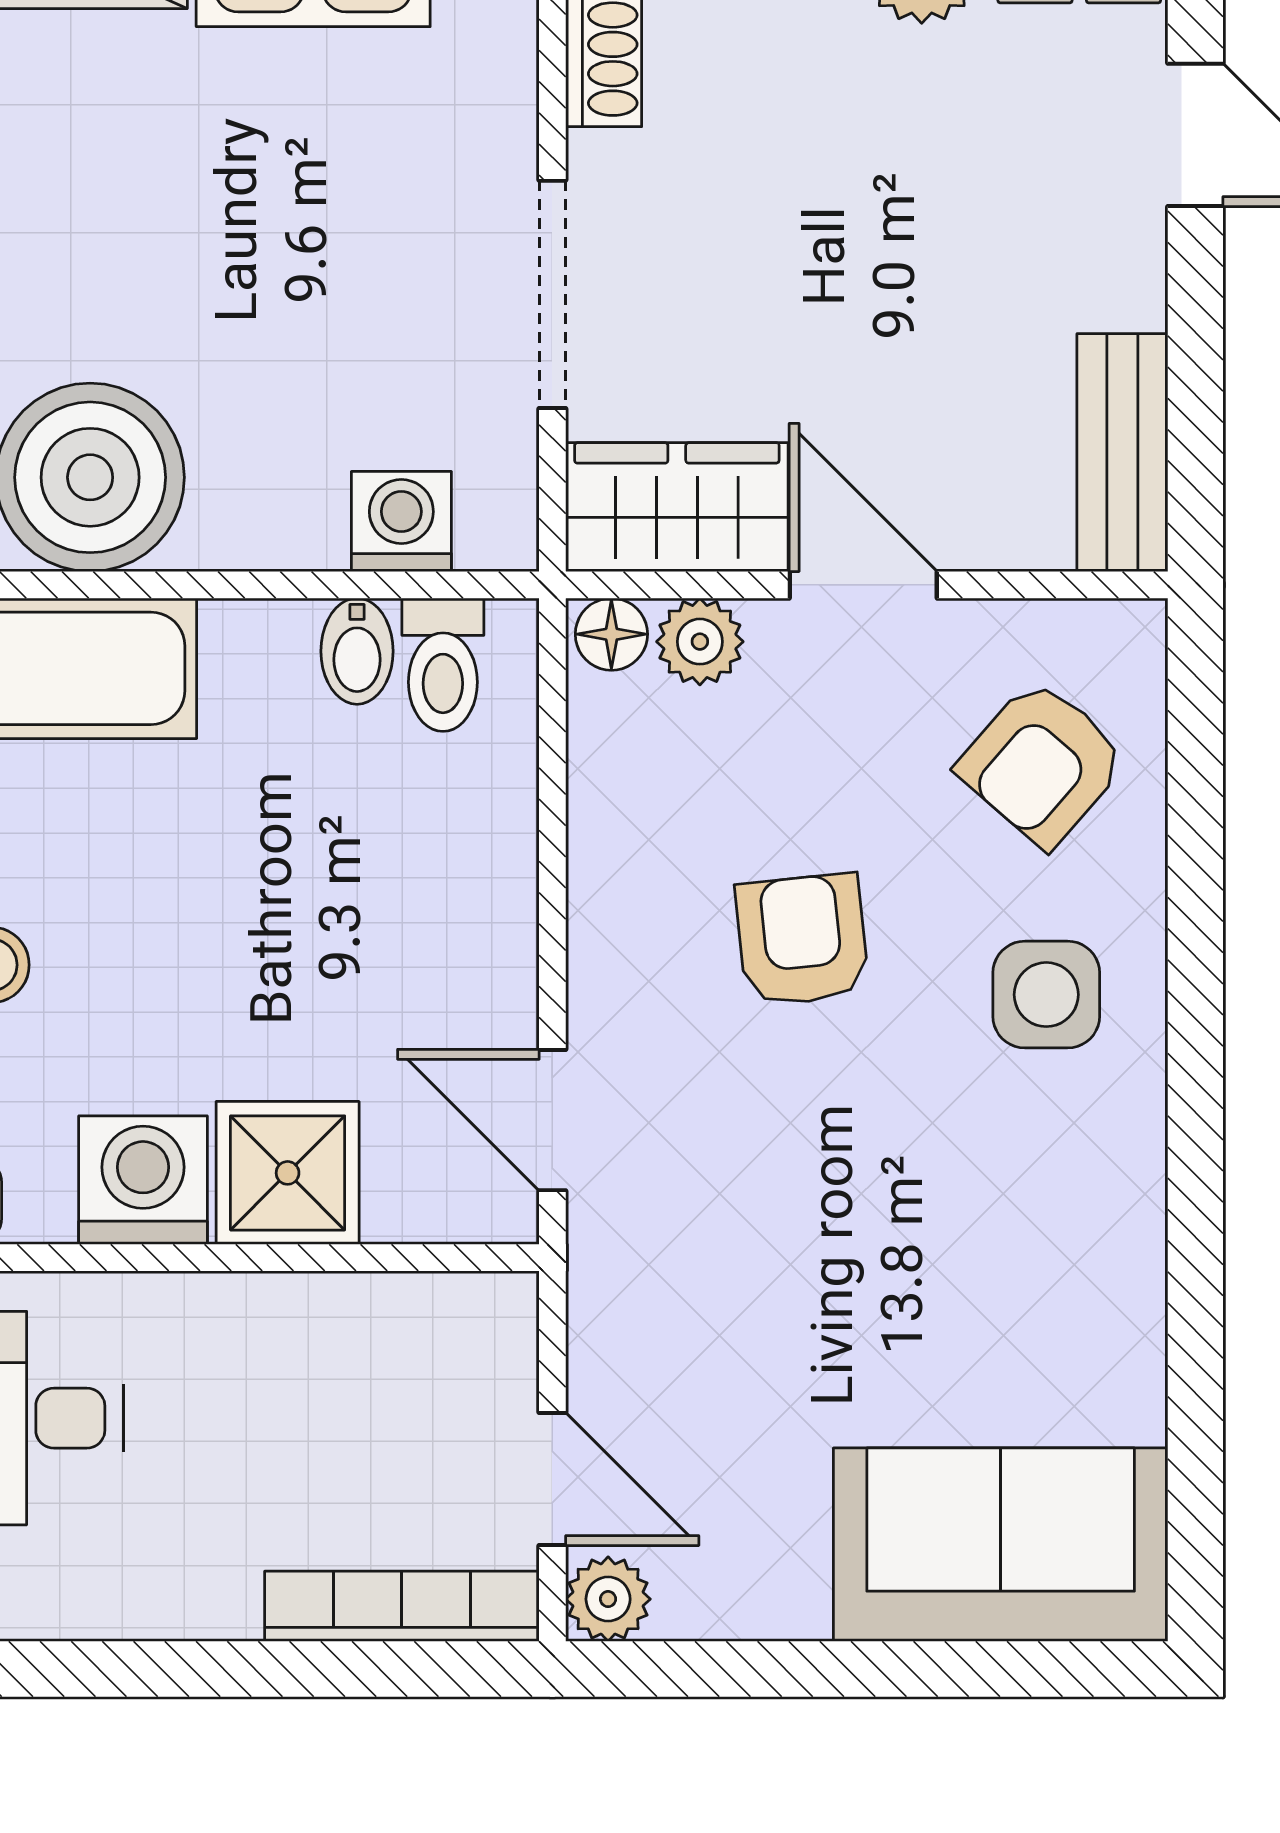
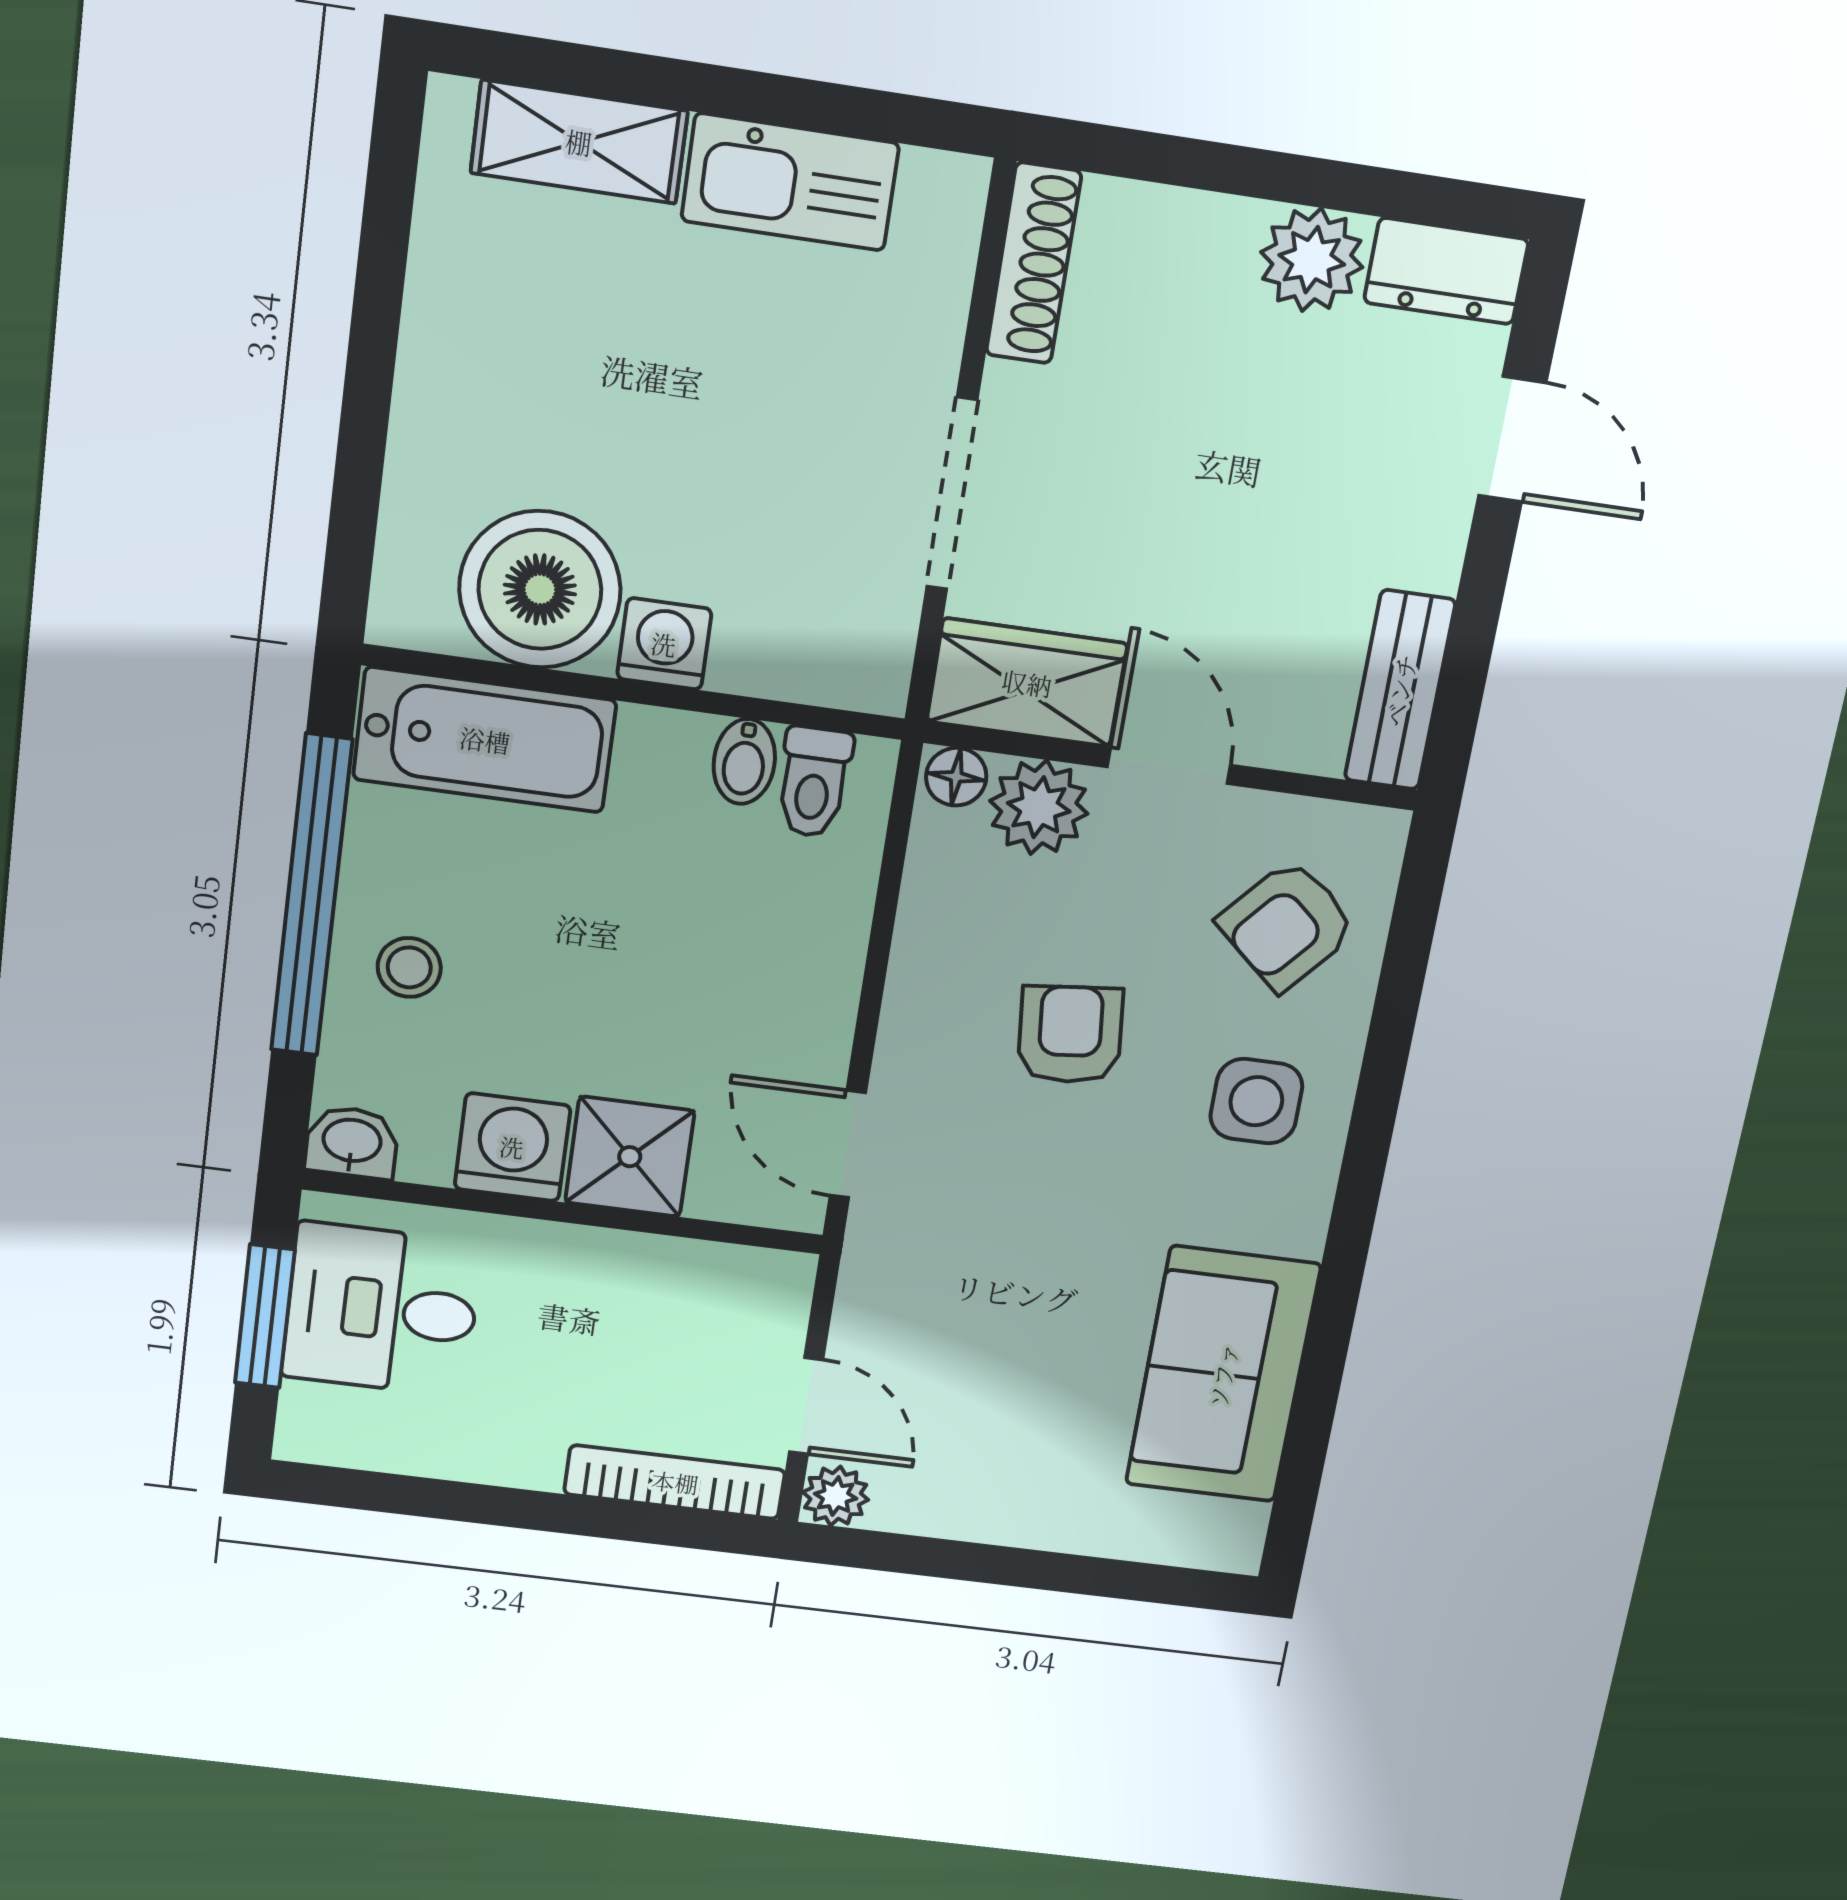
washing machine: (401, 522) -> (664, 644), moved
plant: (700, 642) -> (1039, 807), width x1.38, depth x1.38
sofa: (1001, 1545) -> (1223, 1375), moved, turned -90

